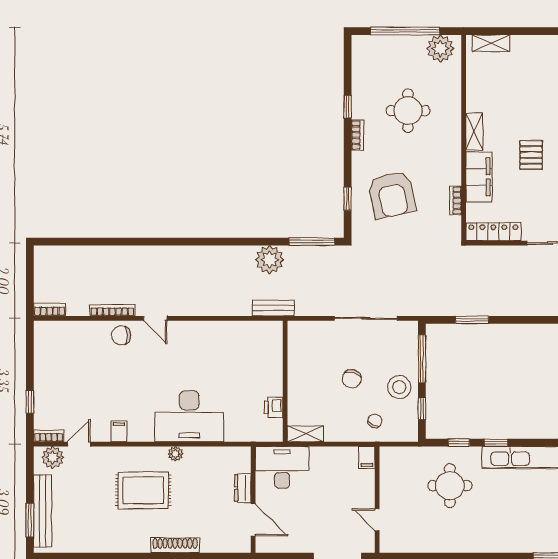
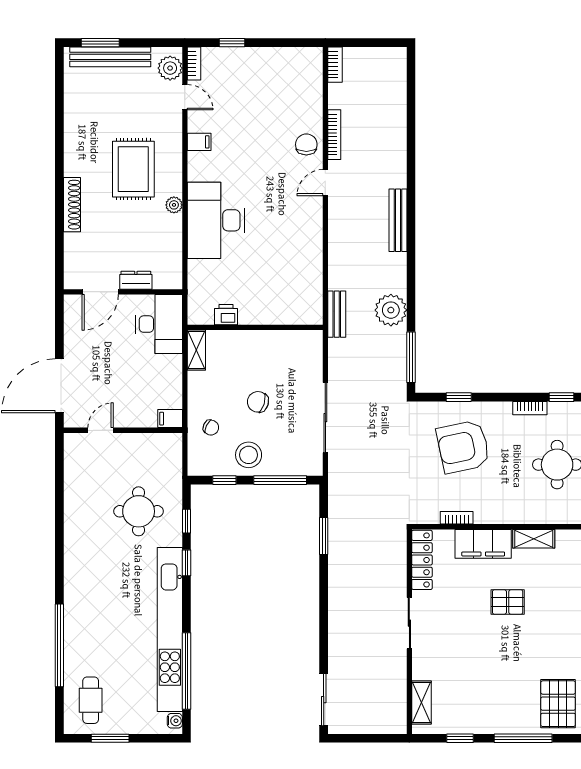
bench: (189, 253) -> (398, 220), added

